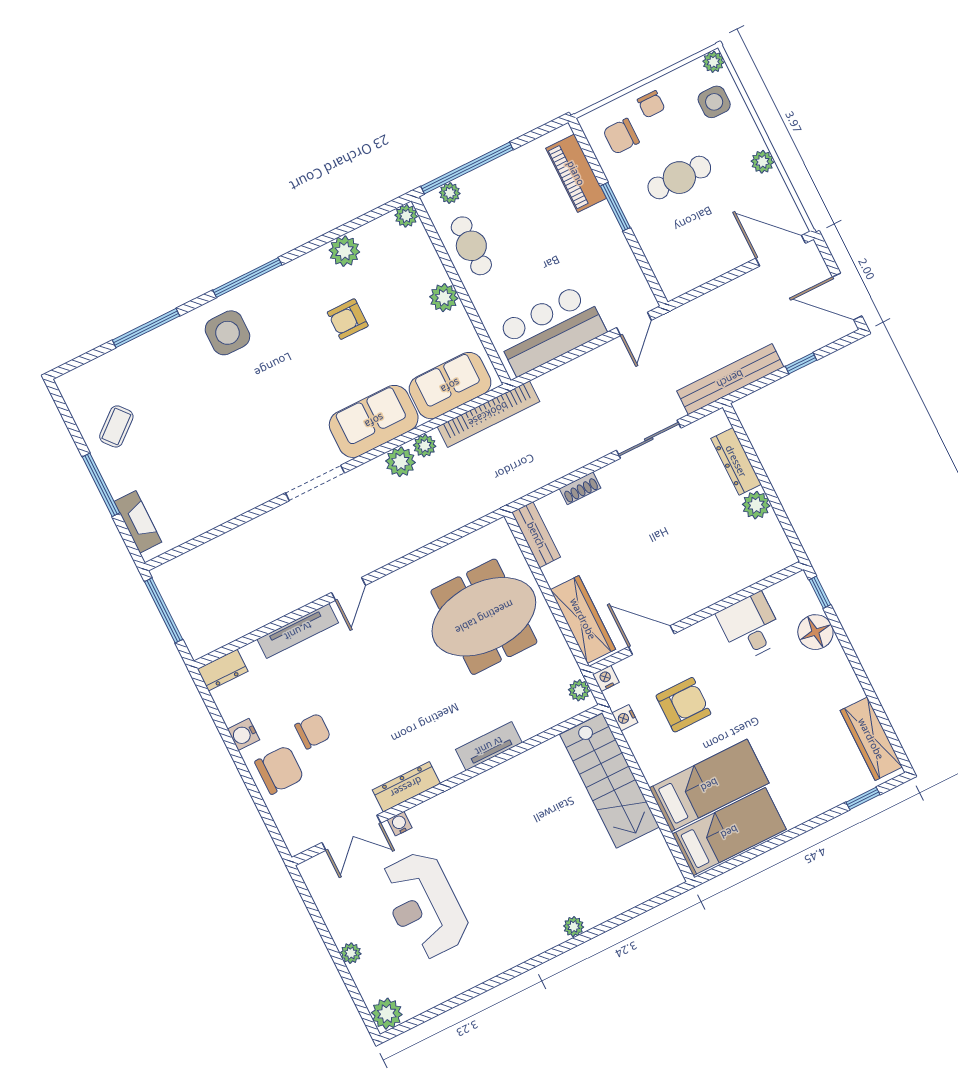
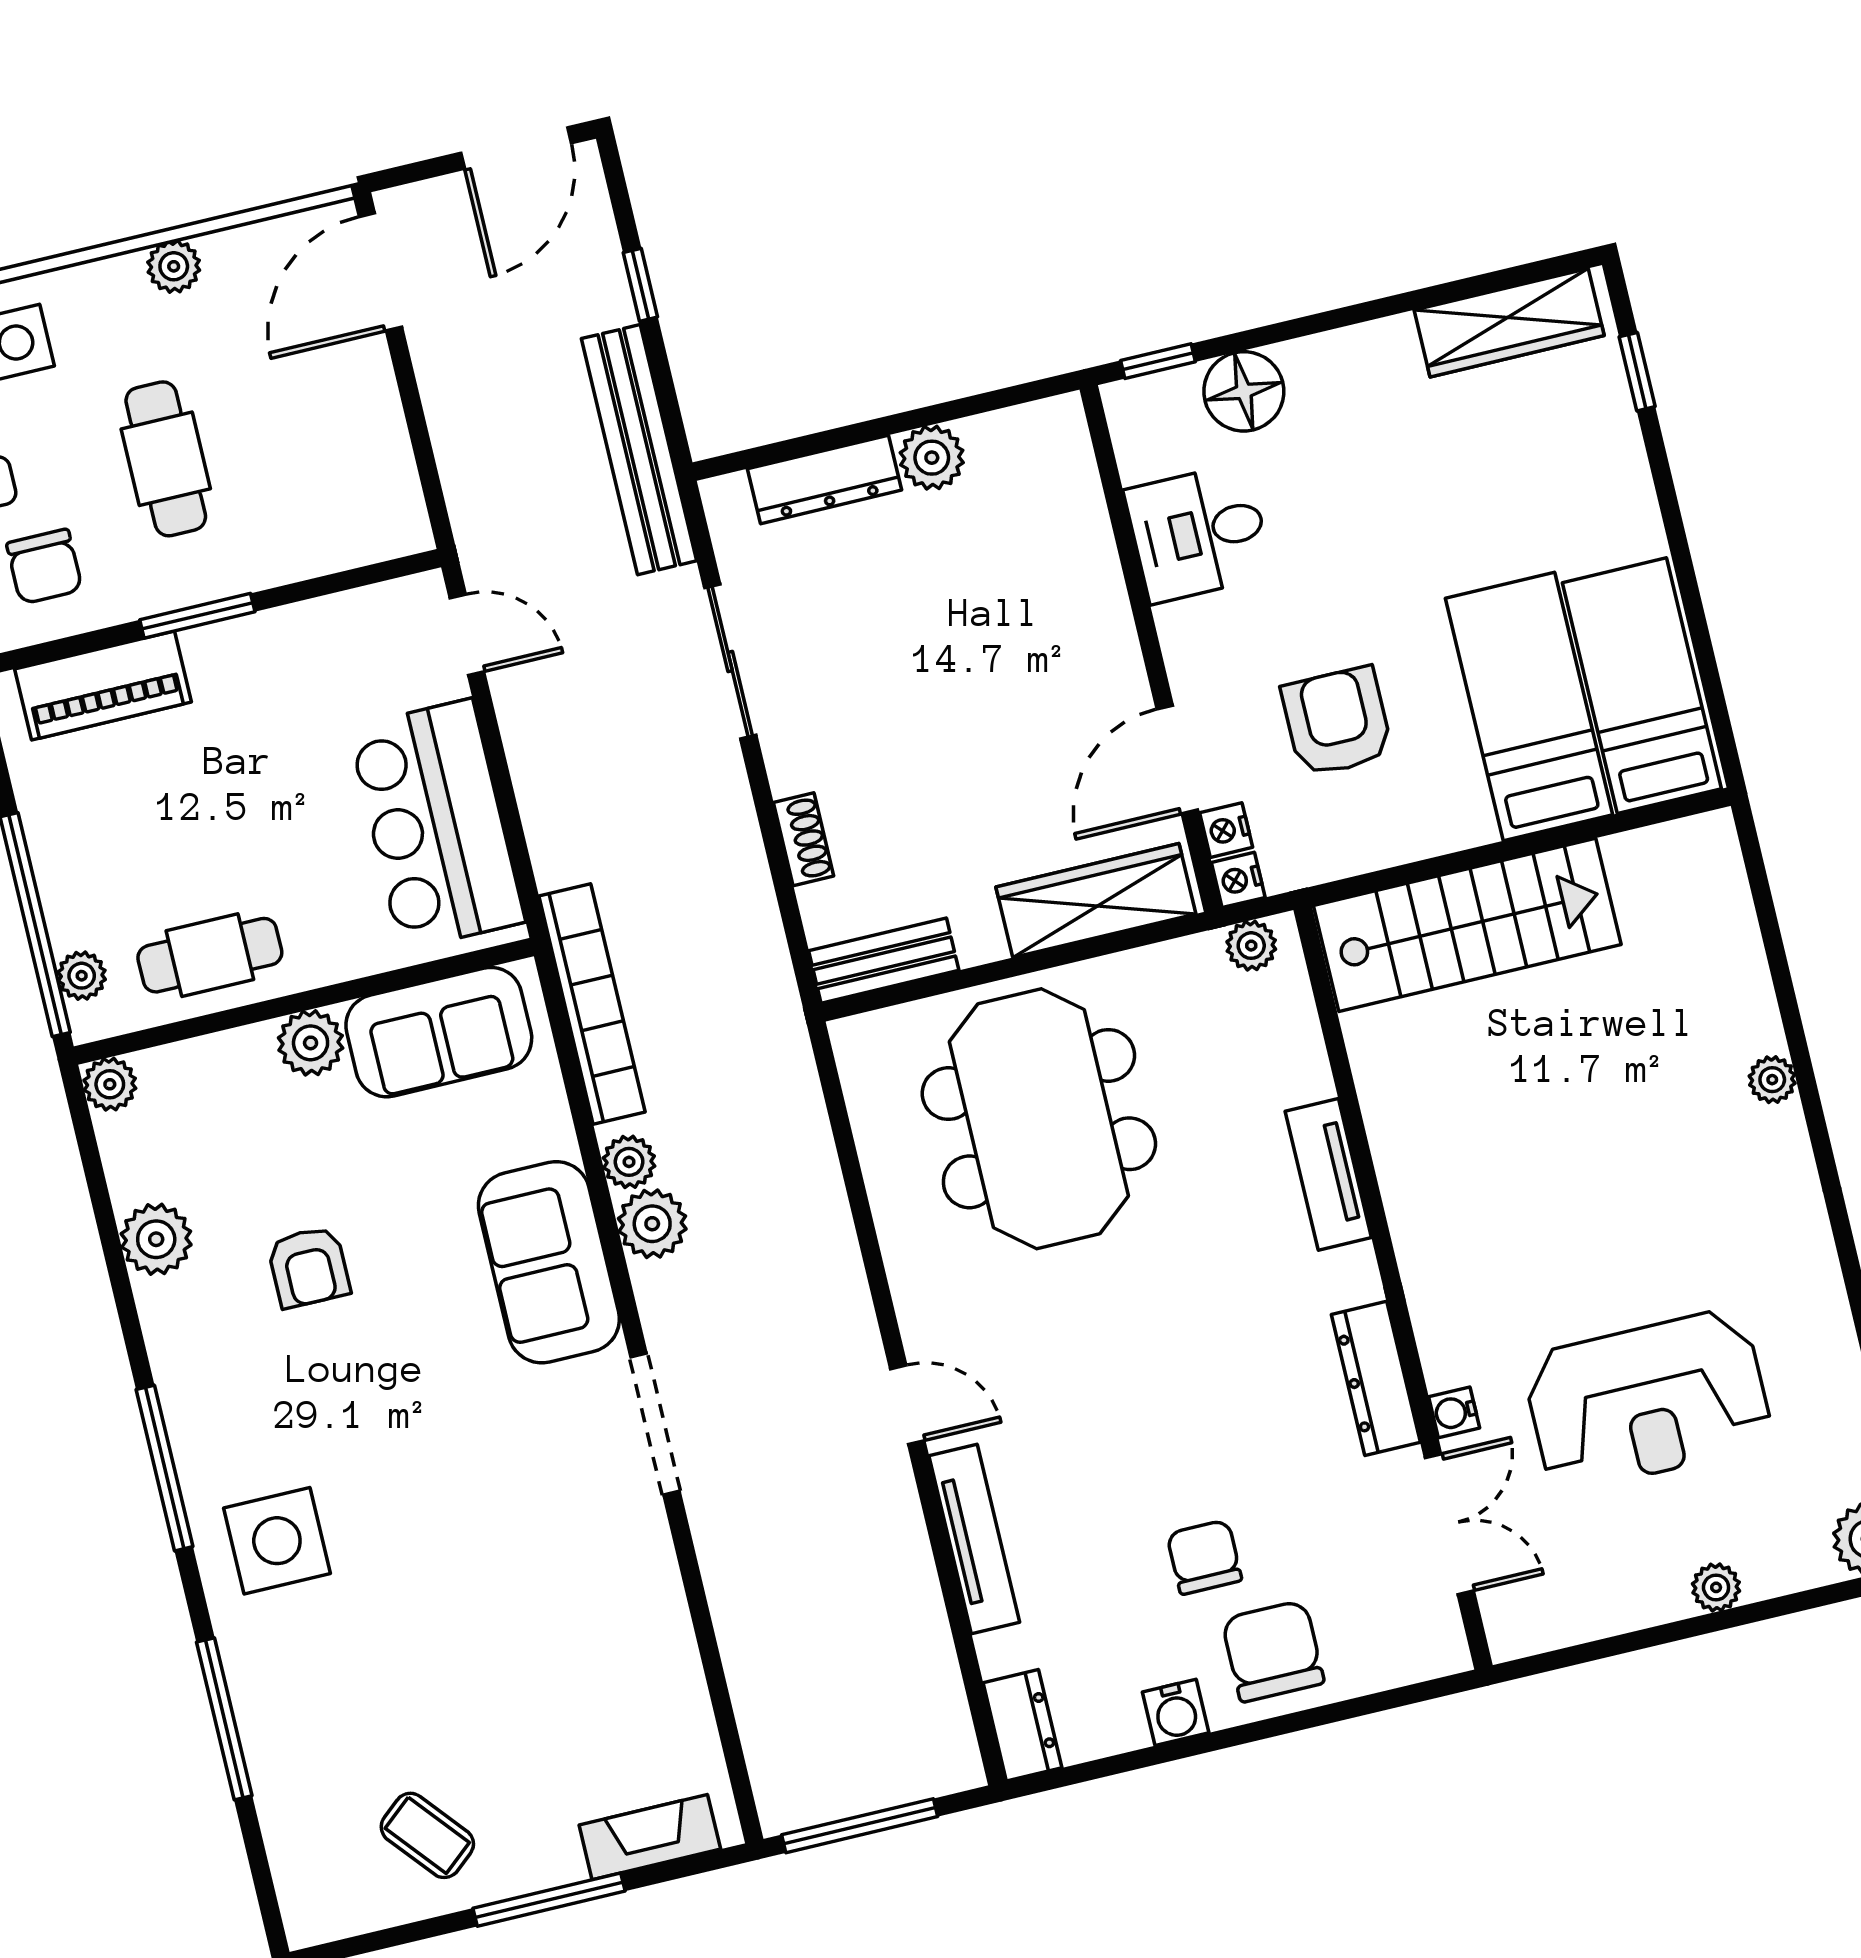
sofa: (450, 386) -> (439, 1032), moved, turned -90
nightstand: (625, 718) -> (1226, 830), moved, turned 90

